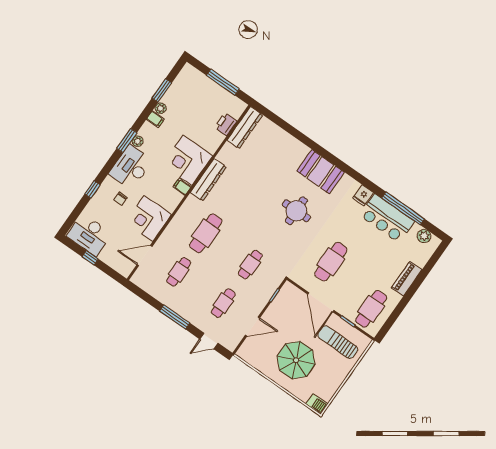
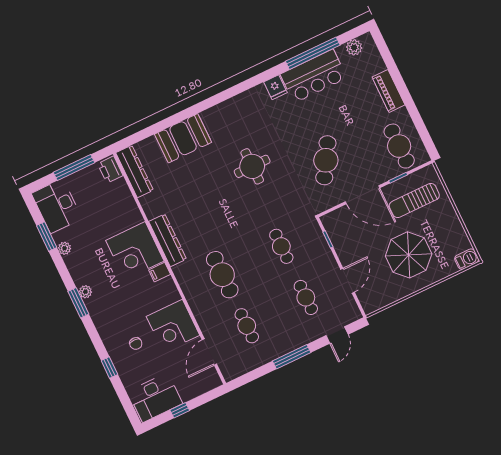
filing cabinet: (155, 119) -> (73, 260), removed
printer: (226, 124) -> (110, 170), moved
desk: (131, 167) -> (57, 206), moved
booth: (321, 172) -> (183, 138), moved
cafe table: (331, 262) -> (326, 160), turned 31

